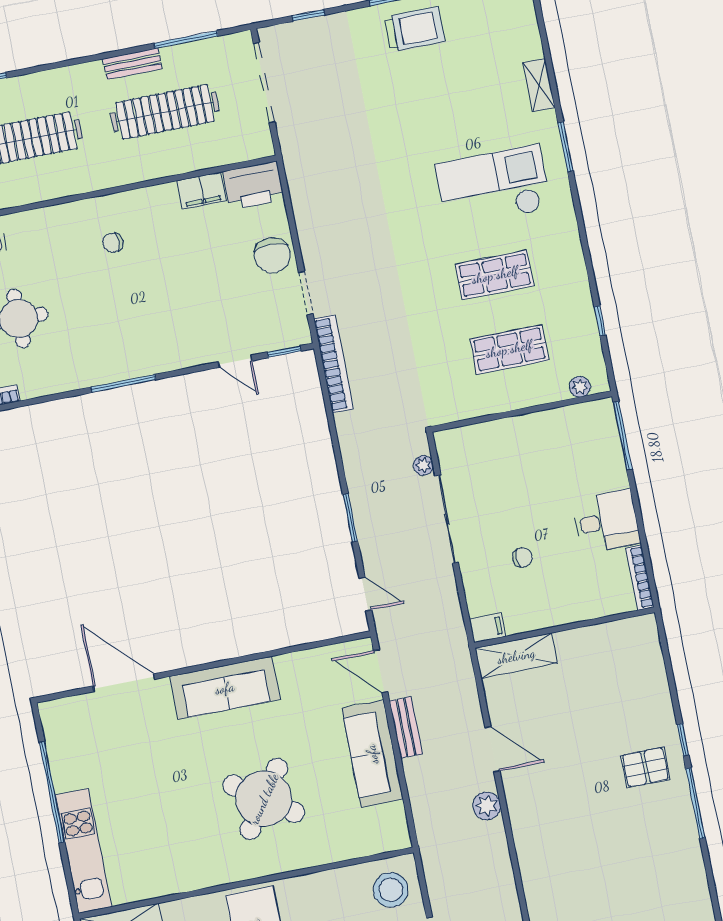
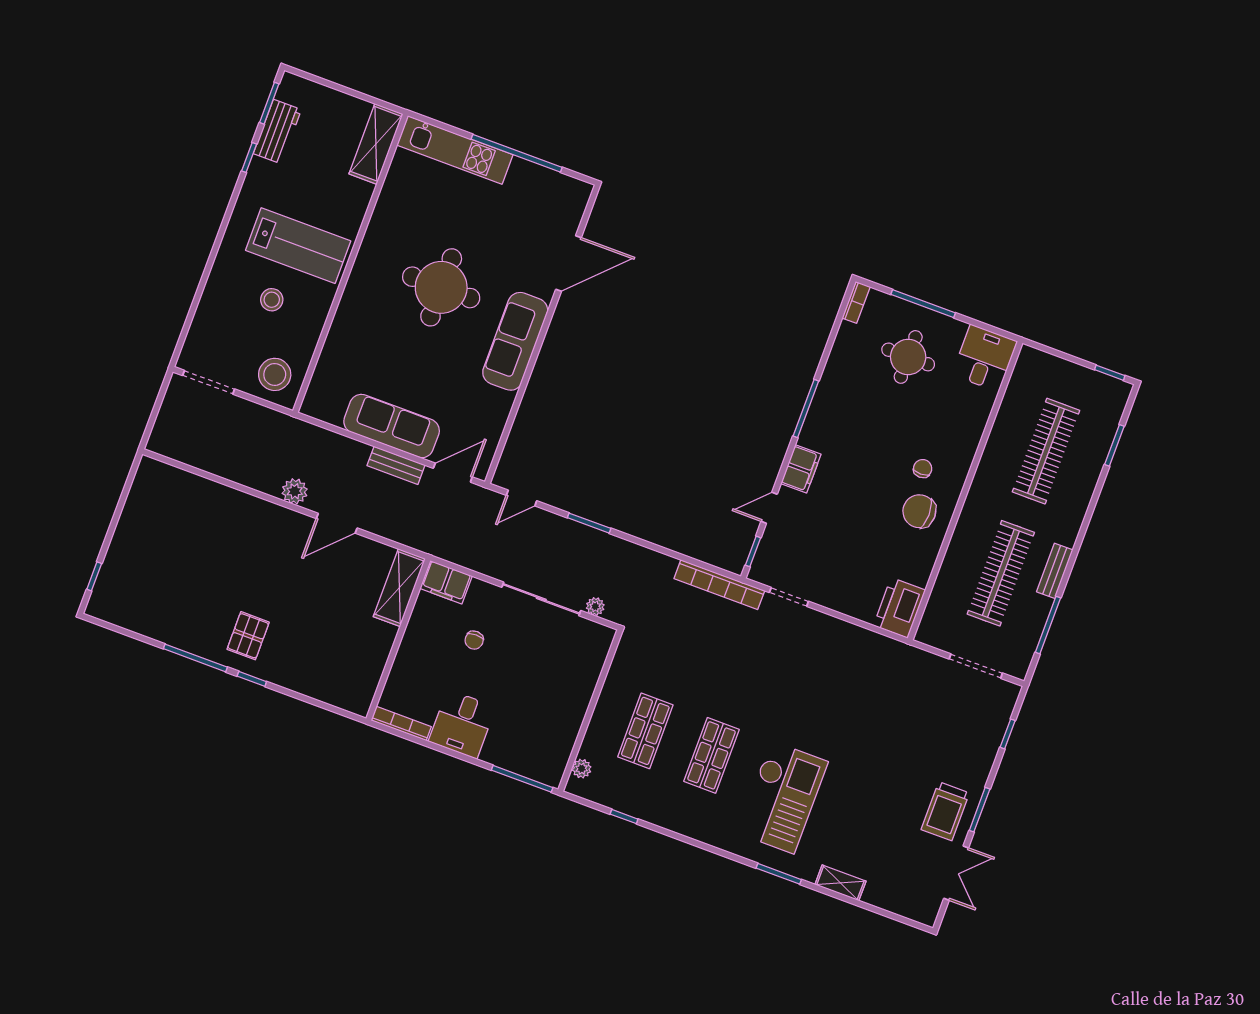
doorway: (264, 83) -> (976, 666), width x0.73
filing cabinet: (201, 191) -> (801, 469), moved, turned 180
chair: (272, 255) -> (919, 511), moved
filing cabinet: (487, 628) -> (446, 582), width x2.00
round table: (264, 799) -> (441, 287), moved, turned -35

